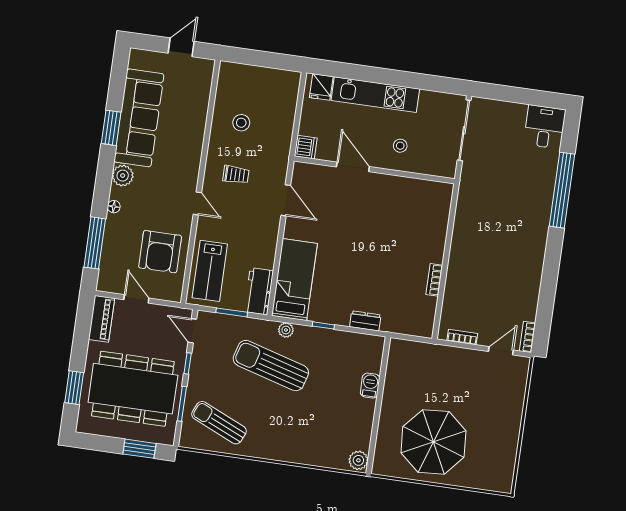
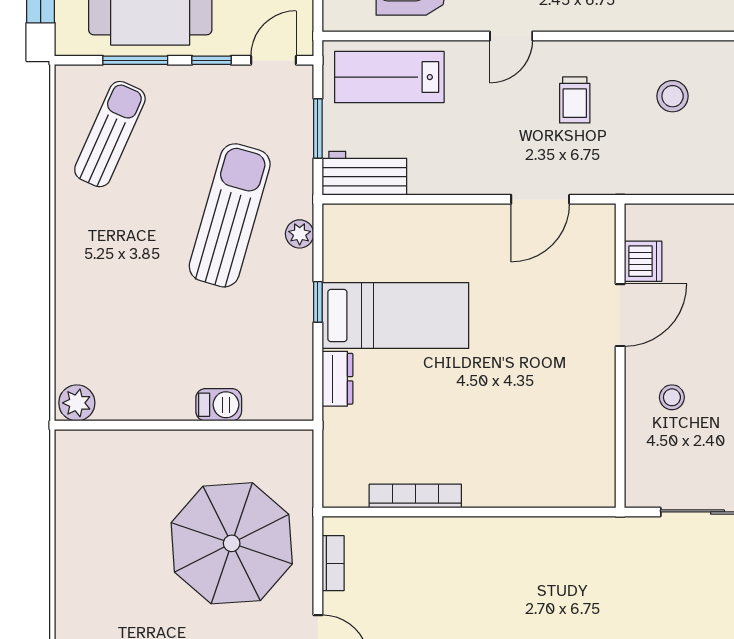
dishwasher: (306, 147) -> (643, 261), moved, turned -90
bed: (294, 280) -> (395, 316), moved
bookcase: (434, 280) -> (415, 496), width x1.56
parasol: (433, 442) -> (232, 543), moved

